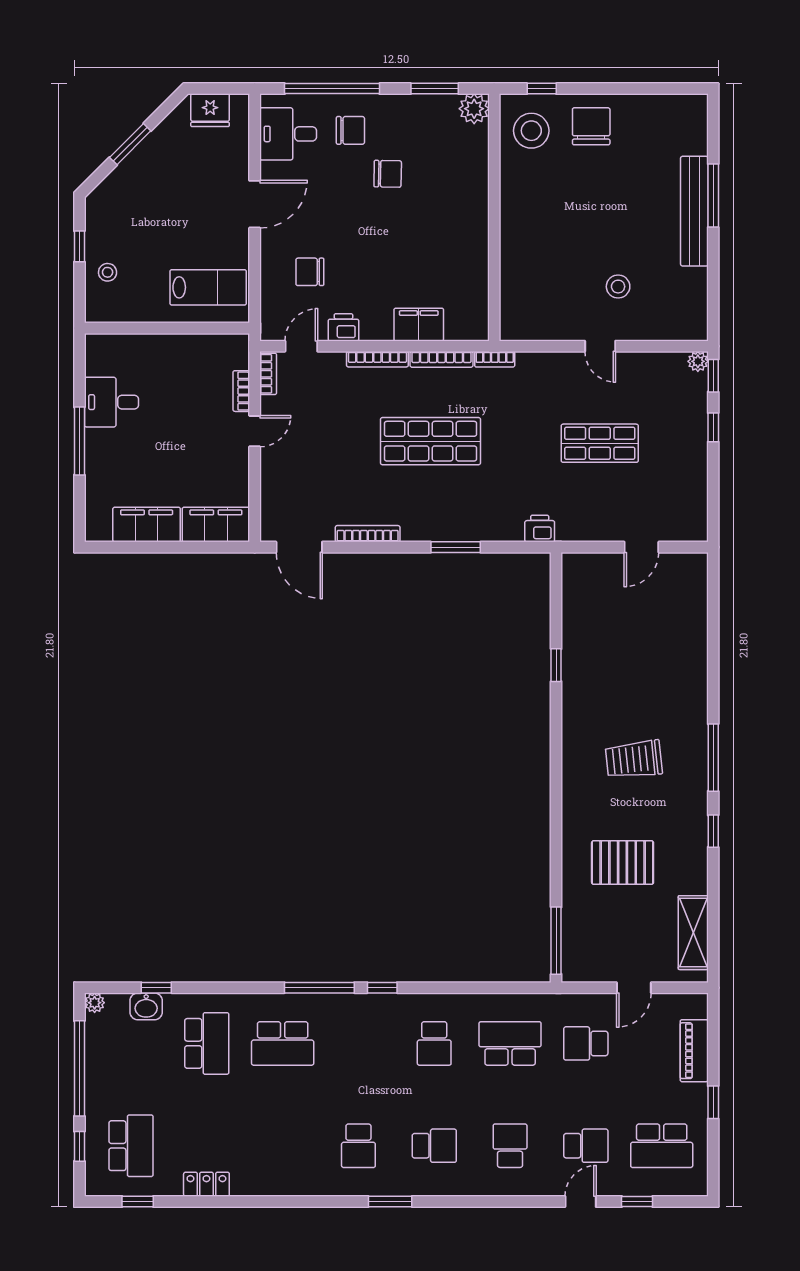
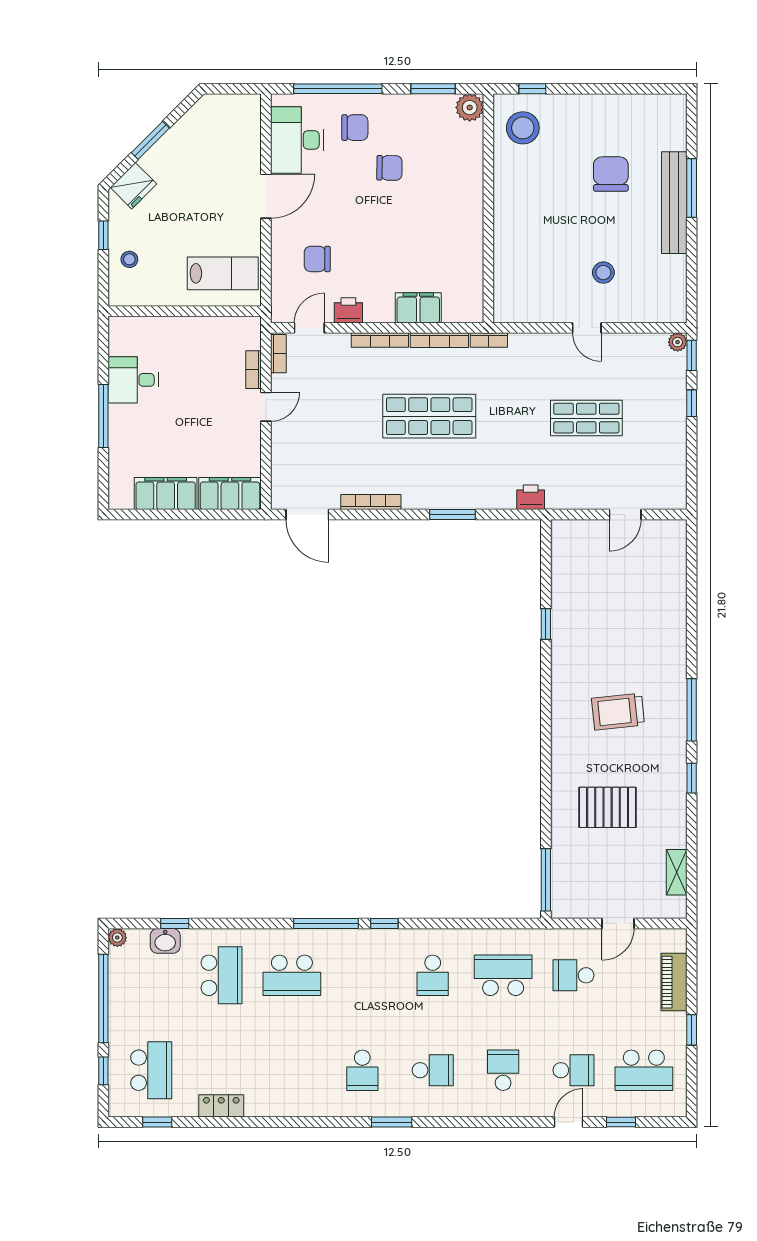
fridge: (210, 110) -> (133, 186), moved, turned -45
chair: (591, 126) -> (611, 174), moved
desk: (288, 134) -> (297, 140), width x1.37
shelving: (693, 933) -> (677, 872), width x0.67, depth x0.75

